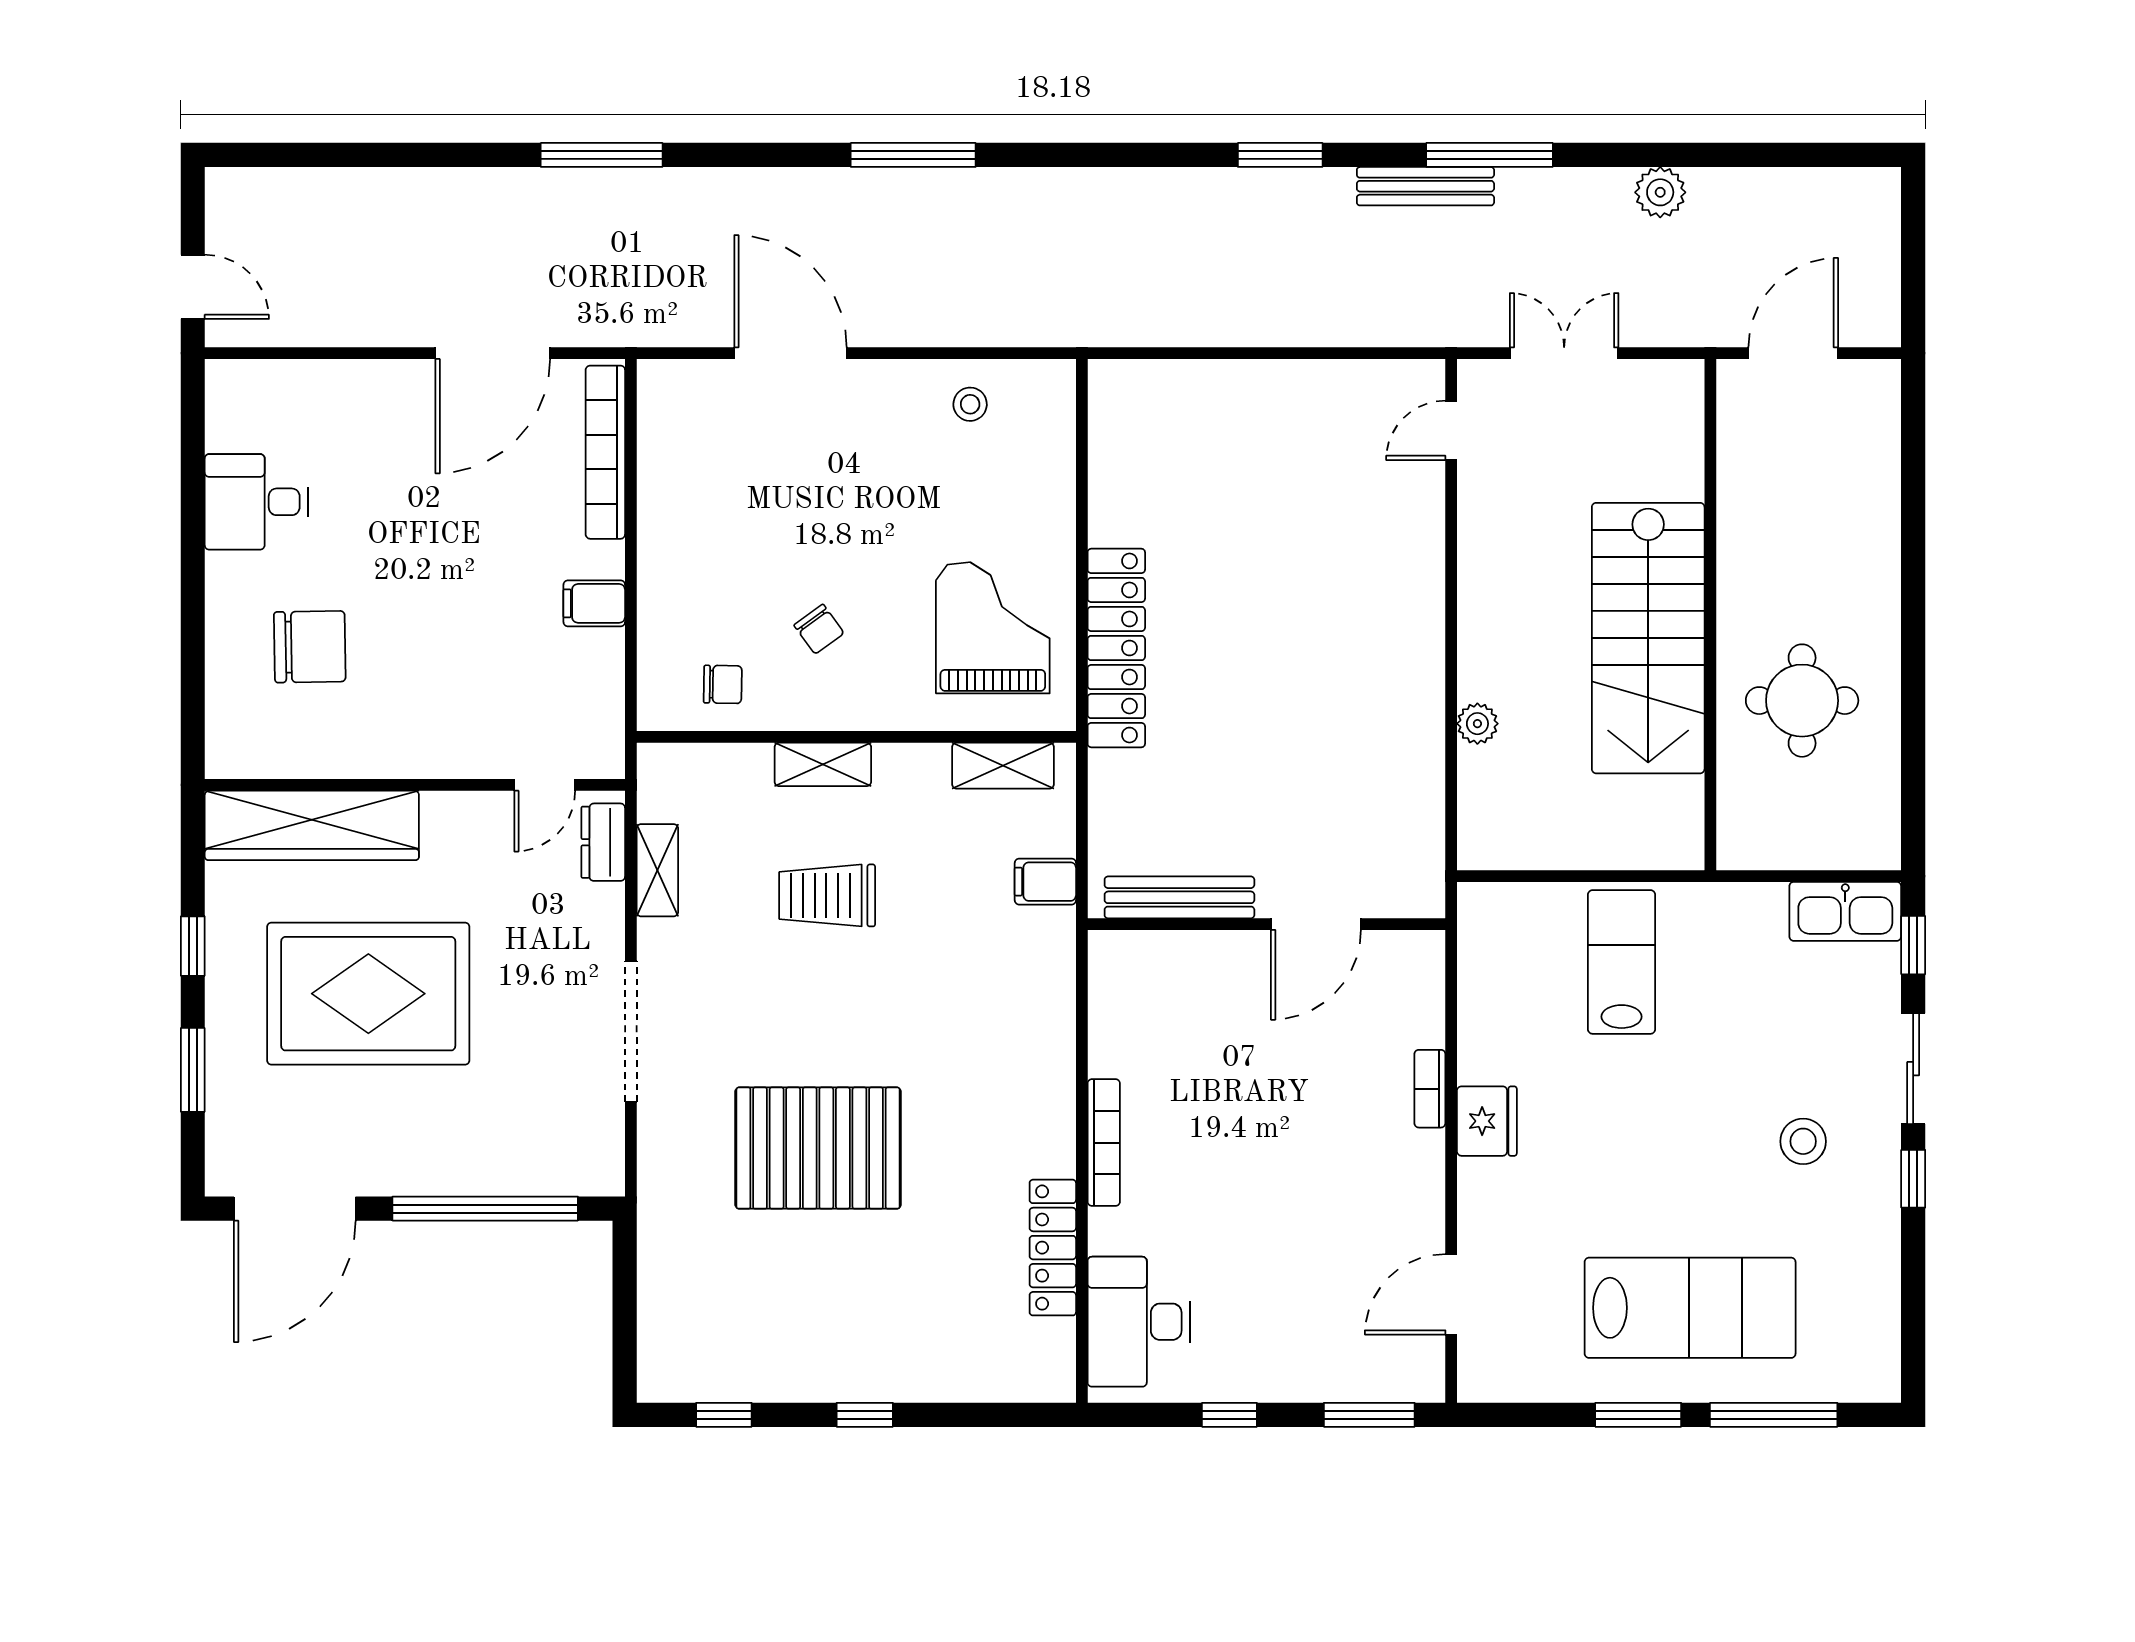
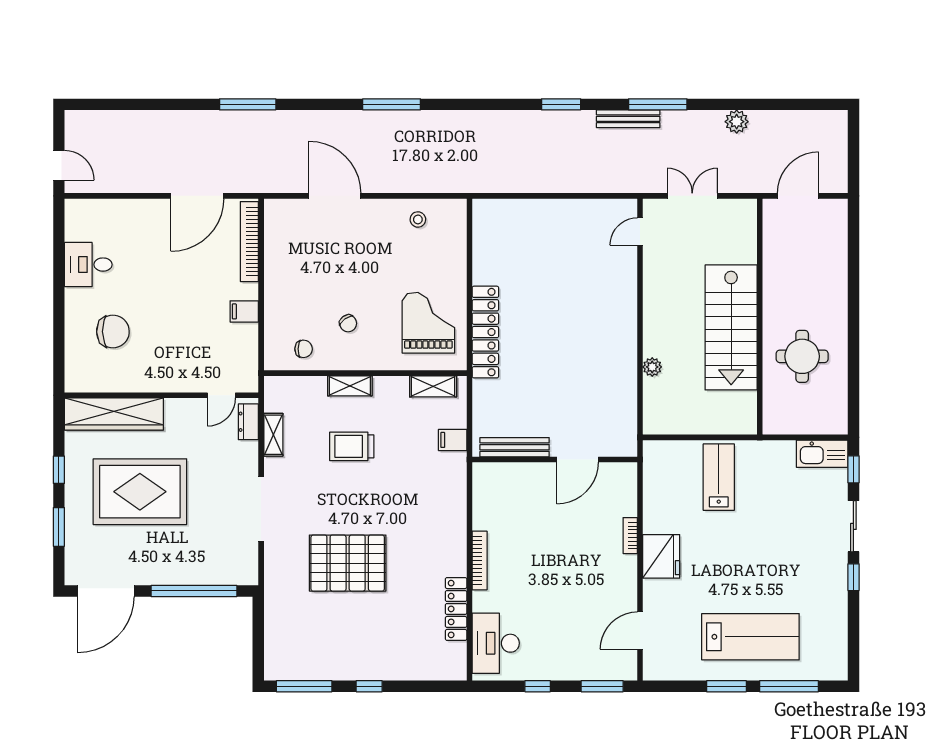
fridge: (1487, 1121) -> (661, 556), width x1.36, depth x1.34
stool: (1803, 1141) -> (803, 560), removed
window: (724, 1415) -> (304, 686), width x2.17

